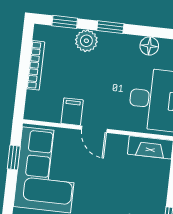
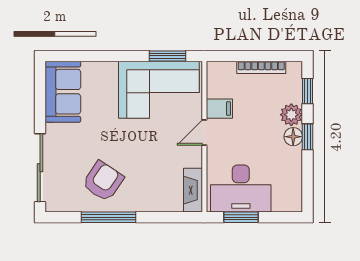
floor lamp: (149, 46) -> (293, 137), moved
window: (14, 157) -> (167, 56), width x1.50

